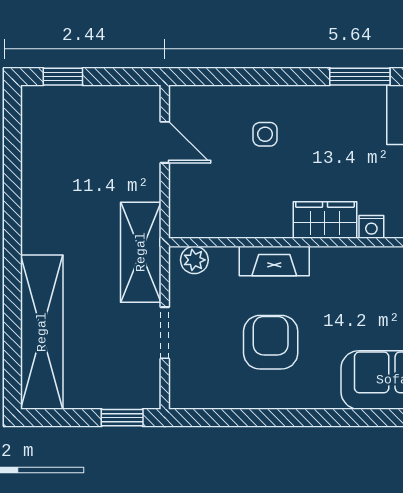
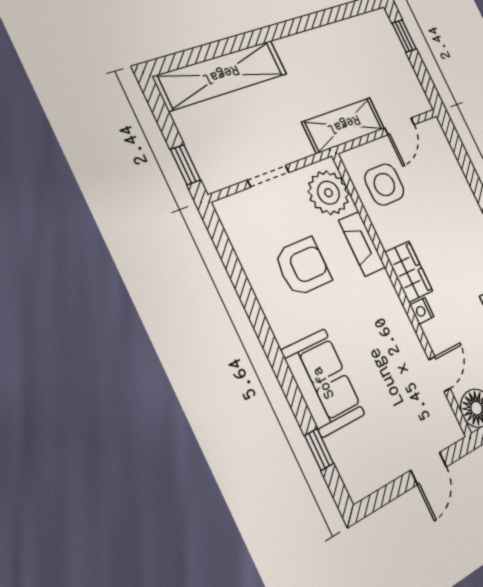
side table: (265, 134) -> (384, 185), moved, width x1.87, depth x1.87
shelving: (141, 252) -> (344, 125), moved
plant: (194, 260) -> (328, 193), width x1.88, depth x1.88

